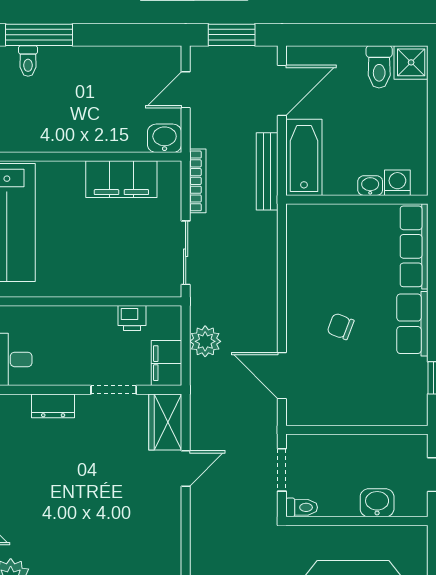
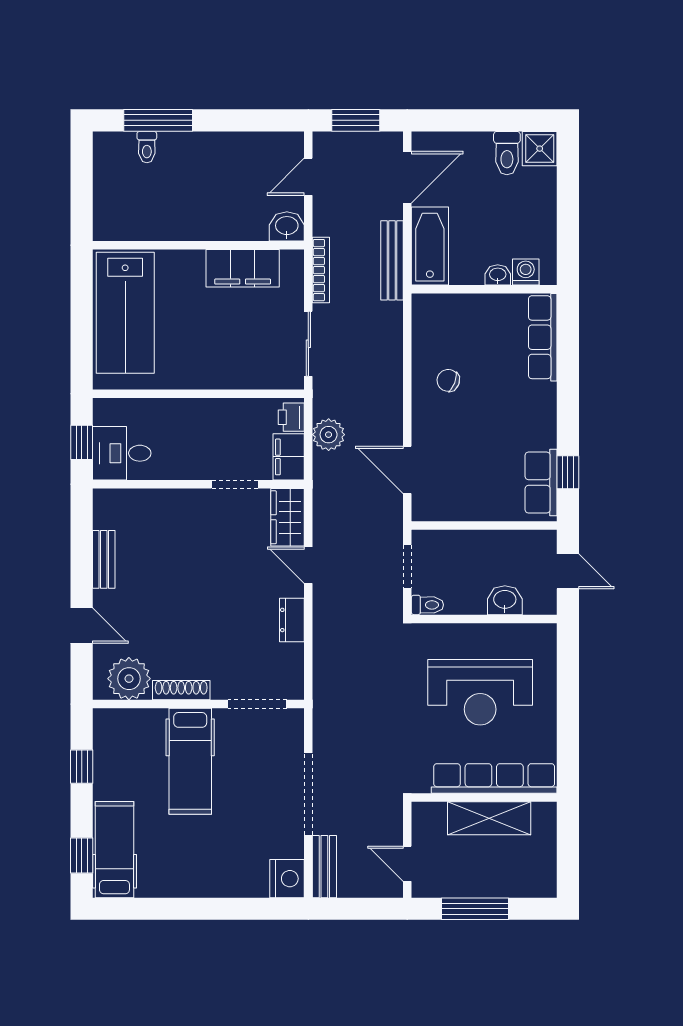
printer: (132, 318) -> (291, 417), moved, turned 90
row of seats: (412, 324) -> (541, 483), moved
chair: (341, 326) -> (448, 380), moved
dresser: (53, 406) -> (292, 620), moved, turned 90
door: (186, 469) -> (308, 565), swing flipped

